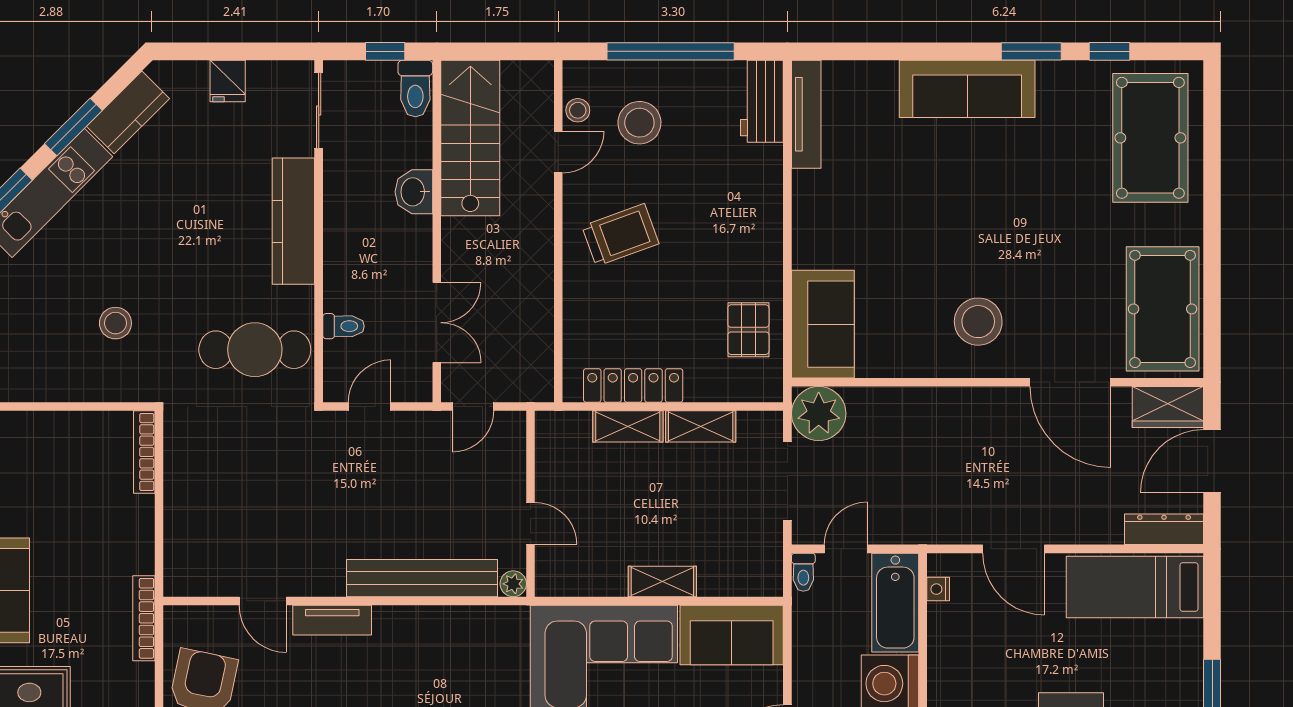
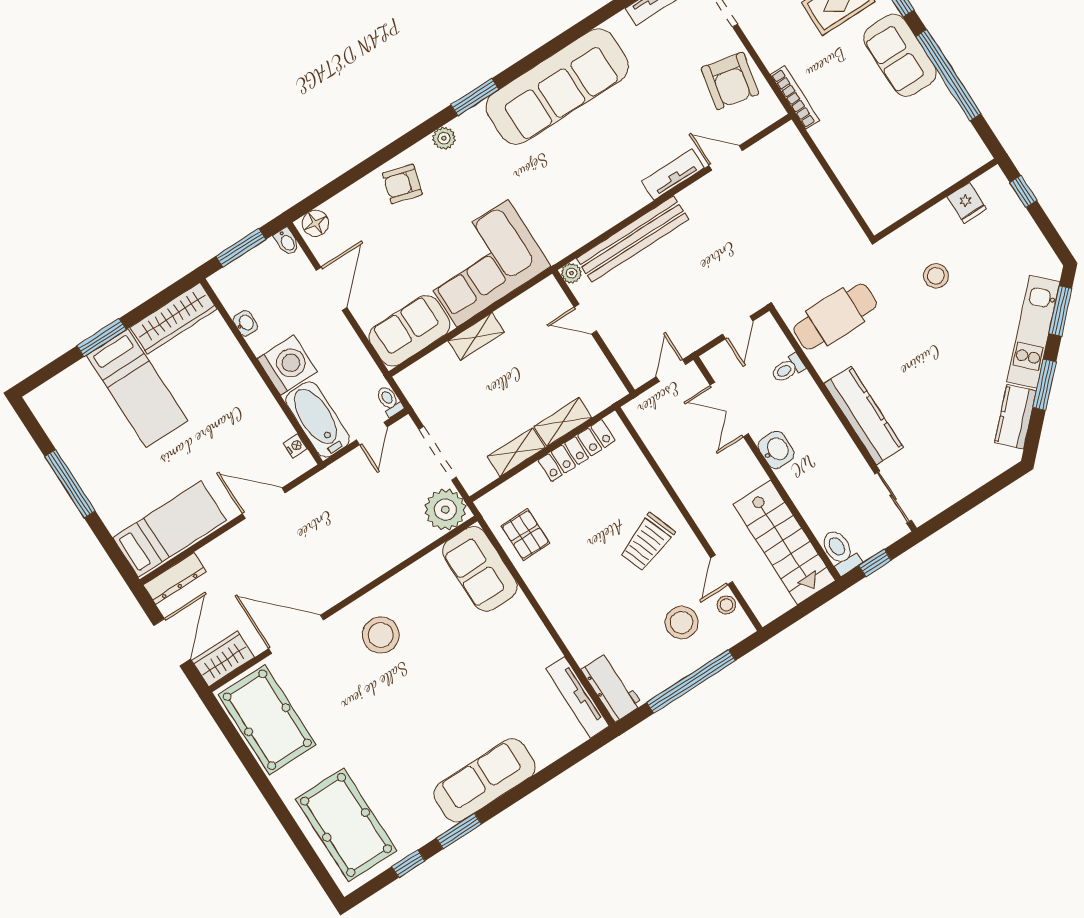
fridge: (228, 81) -> (967, 203), moved, turned 180
washbasin: (414, 192) -> (776, 450), moved
bookcase: (144, 452) -> (864, 205), removed

